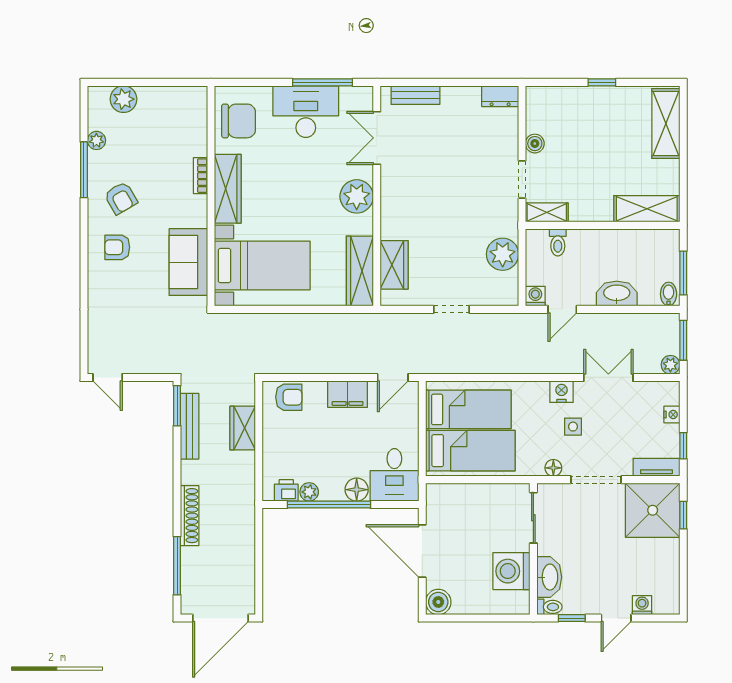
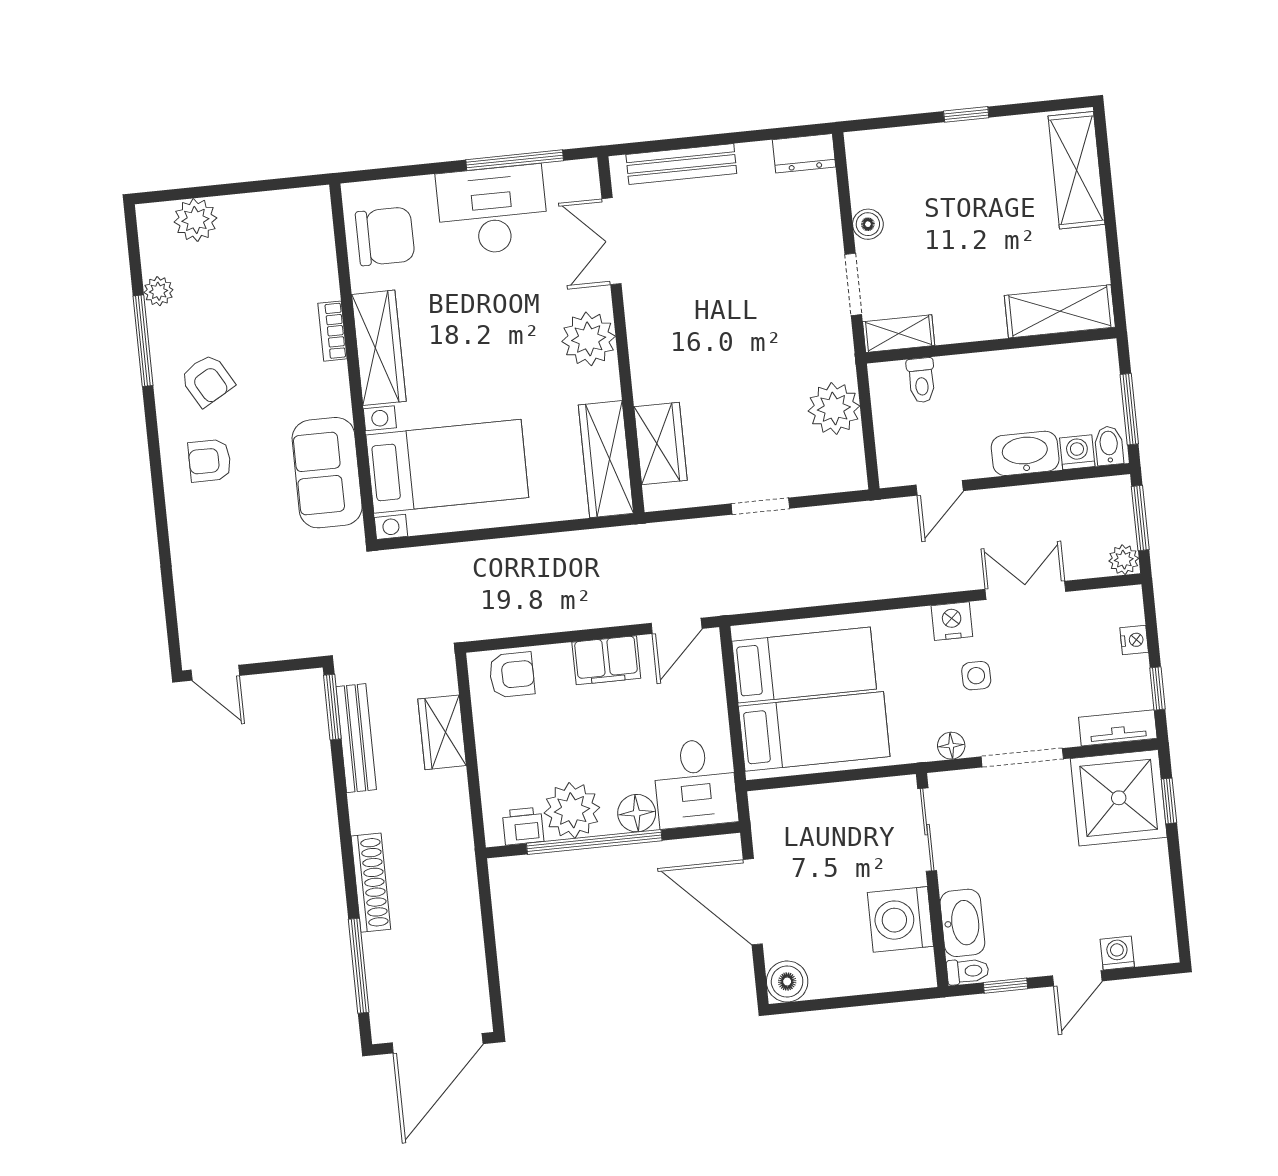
bench: (415, 95) -> (681, 164), width x1.36
washing machine: (535, 296) -> (1077, 452), moved
plant: (309, 492) -> (572, 810), width x1.87, depth x1.87

